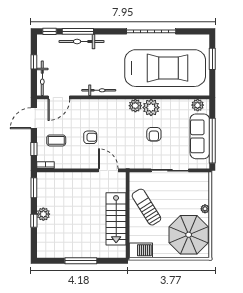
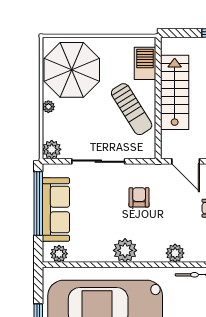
plant: (135, 106) -> (175, 253), moved
armchair: (154, 134) -> (139, 197), moved
plant: (203, 179) -> (52, 149), added
barbecue: (141, 250) -> (145, 63), moved, turned 90

